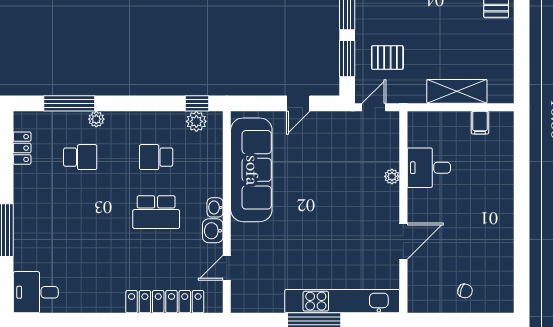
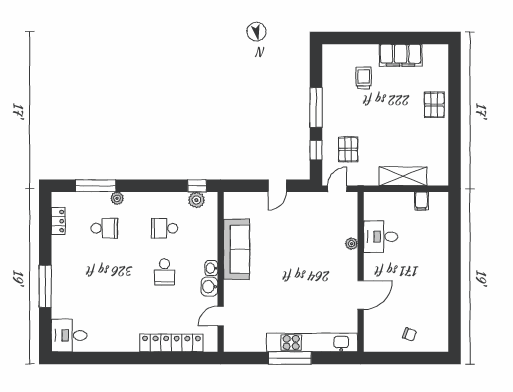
pallet: (387, 58) -> (348, 149), turned 90
window: (347, 59) -> (316, 150), width x0.67
sofa: (251, 170) -> (237, 249), width x0.74, depth x0.79
school desk: (156, 212) -> (165, 272), width x0.54

